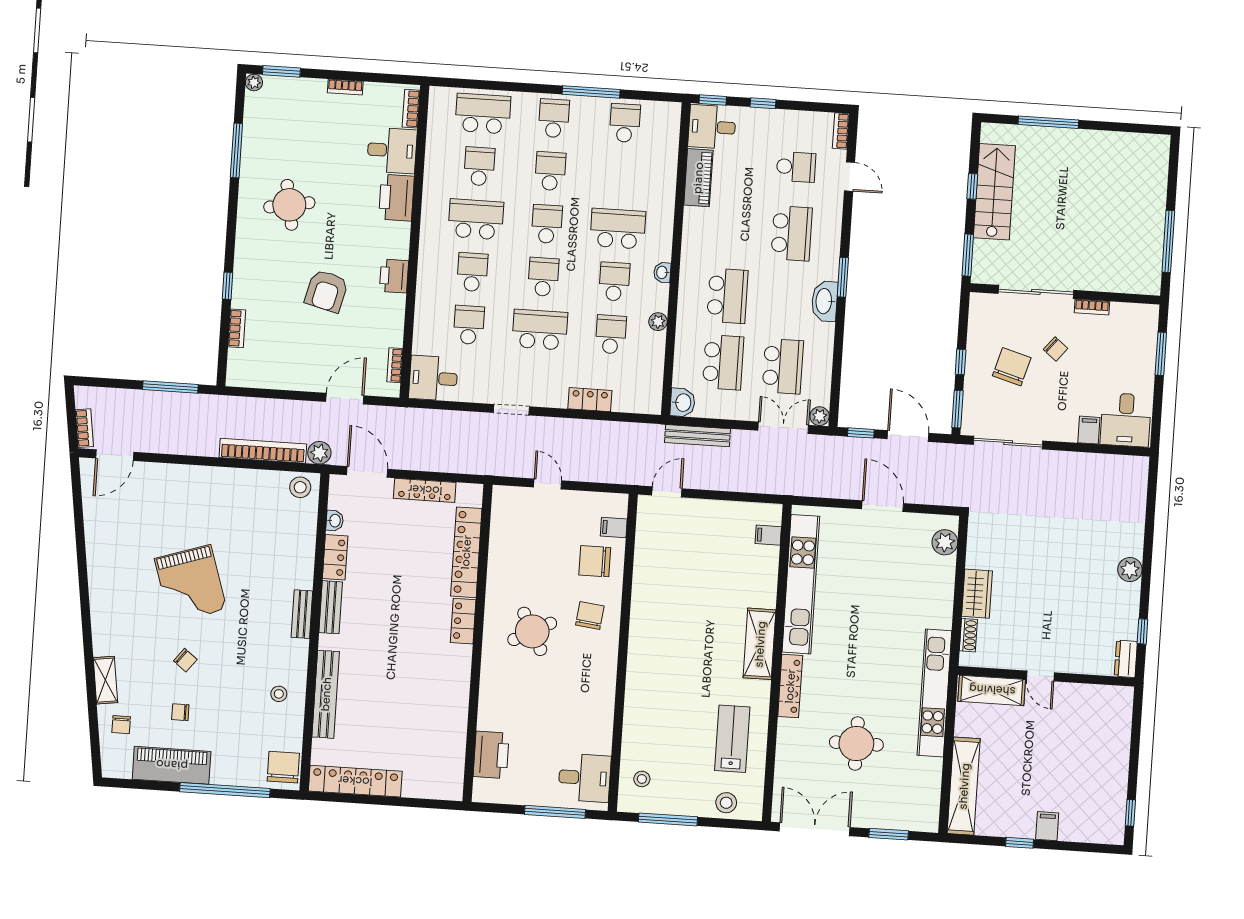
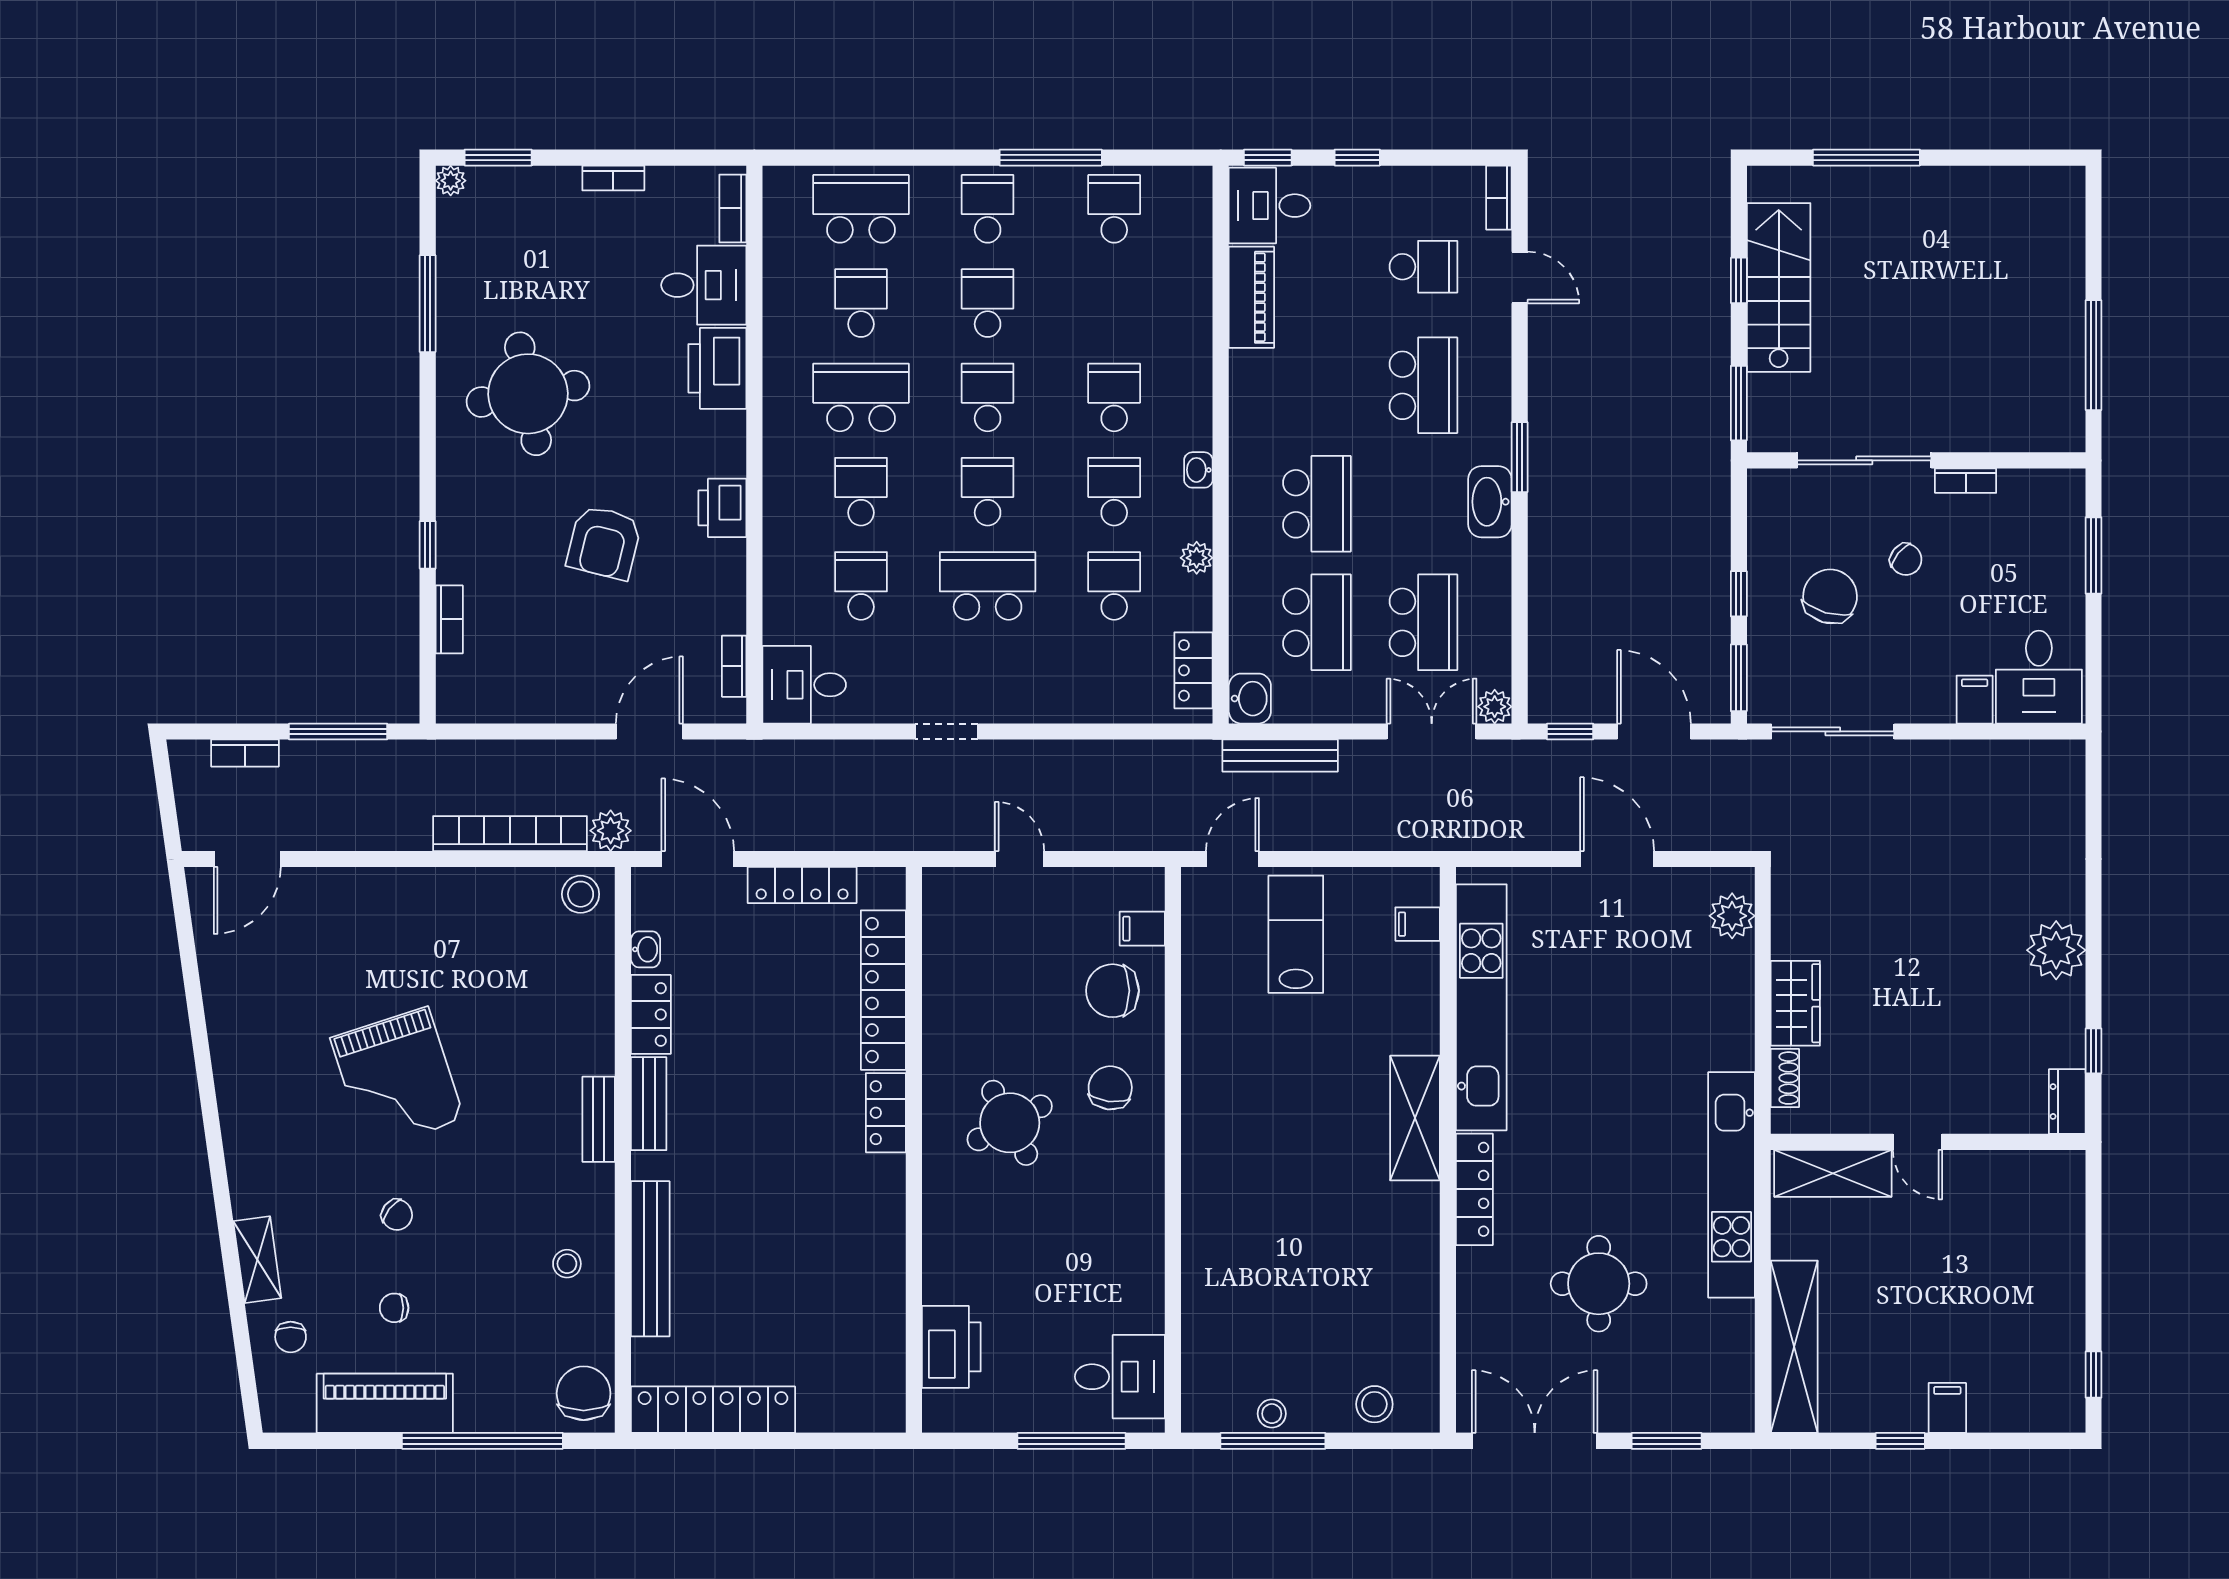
round table: (289, 205) -> (528, 394), width x1.36, depth x1.36
school desk: (618, 229) -> (1114, 397), width x0.54
locker: (590, 400) -> (1194, 670), moved, turned -90
bookcase: (84, 428) -> (245, 753), moved, turned 98
plant: (1130, 570) -> (2056, 950), width x1.36, depth x1.36
lab bench: (732, 739) -> (1296, 934), moved
stool: (642, 779) -> (1272, 1414), moved

